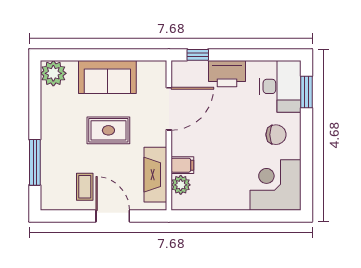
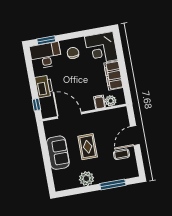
plant: (53, 73) -> (86, 179), moved
fireplace: (155, 175) -> (108, 116), removed
filing cabinet: (224, 198) -> (113, 75), added

